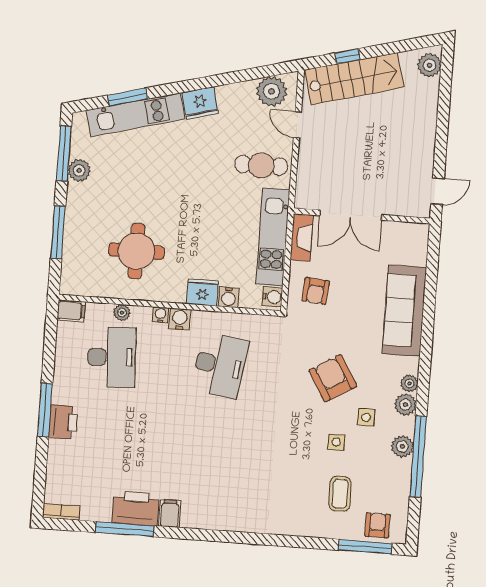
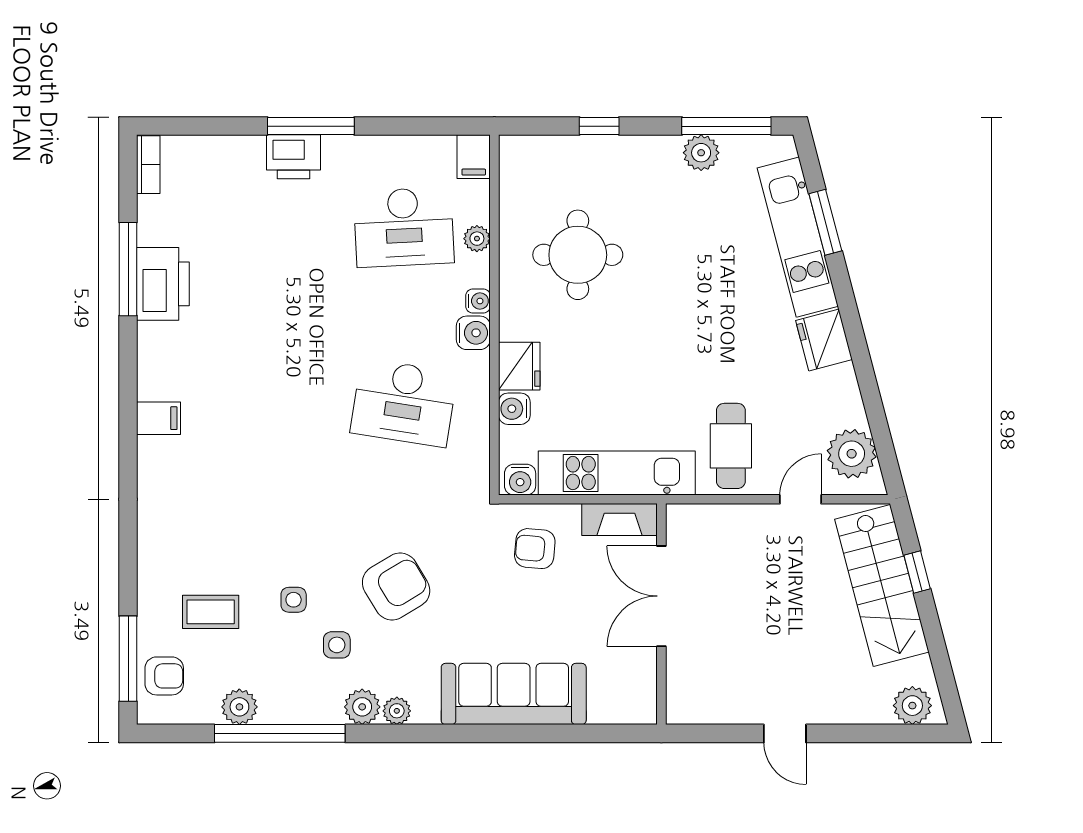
door: (438, 191) -> (785, 733), moved
window: (58, 232) -> (599, 126), width x0.46
plant: (402, 447) -> (239, 707), moved
filing cabinet: (170, 513) -> (159, 418), moved

